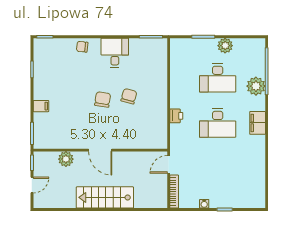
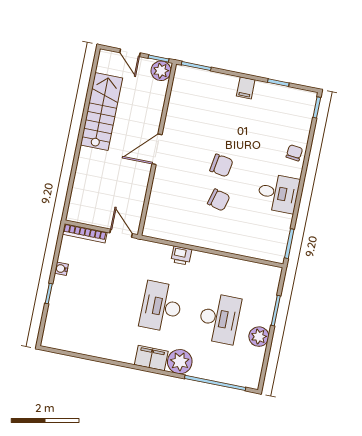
desk: (218, 78) -> (219, 318), turned 180
plant: (256, 86) -> (180, 362), moved
filing cabinet: (41, 106) -> (246, 88), moved
plant: (66, 159) -> (161, 71), moved
stairs: (105, 197) -> (101, 111), moved

